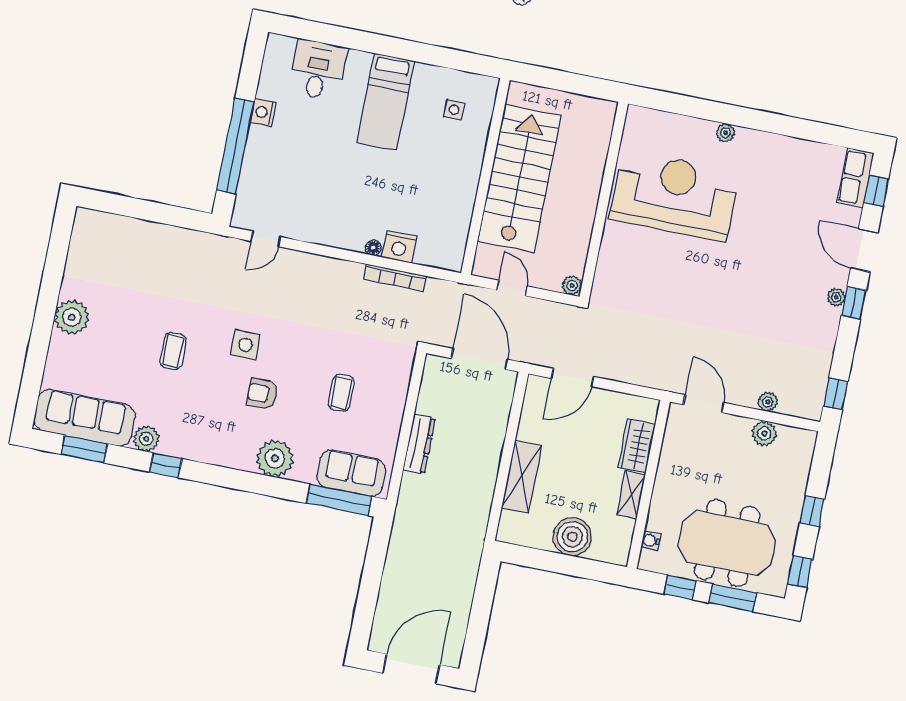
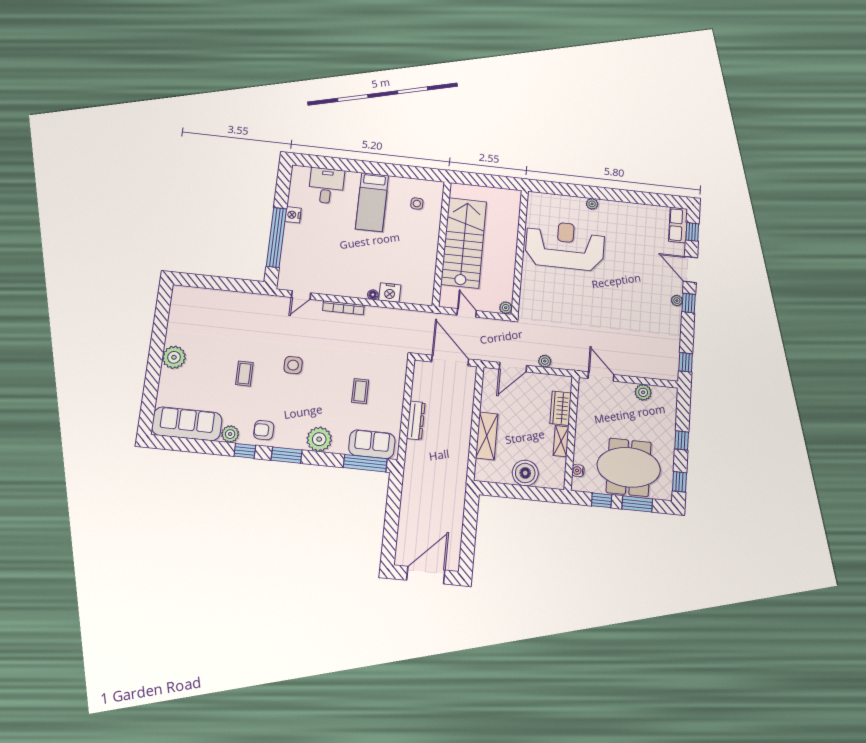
bookcase: (395, 278) -> (343, 308), moved
armchair: (262, 394) -> (264, 430), moved
plant: (768, 402) -> (545, 361), moved
window: (84, 449) -> (287, 455), moved

